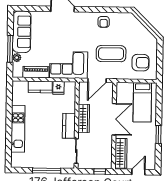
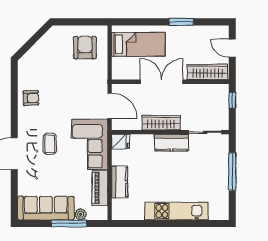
coffee table: (111, 54) -> (50, 144), moved, width x0.54, depth x0.58
fridge: (58, 88) -> (121, 142), moved

